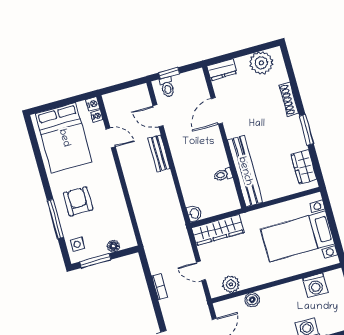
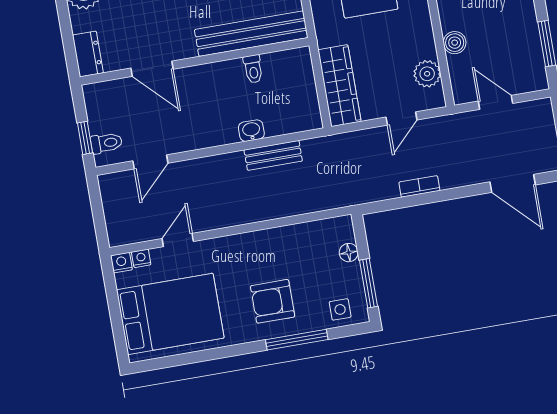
bench: (159, 153) -> (273, 155), moved
washbasin: (194, 214) -> (251, 131), moved

